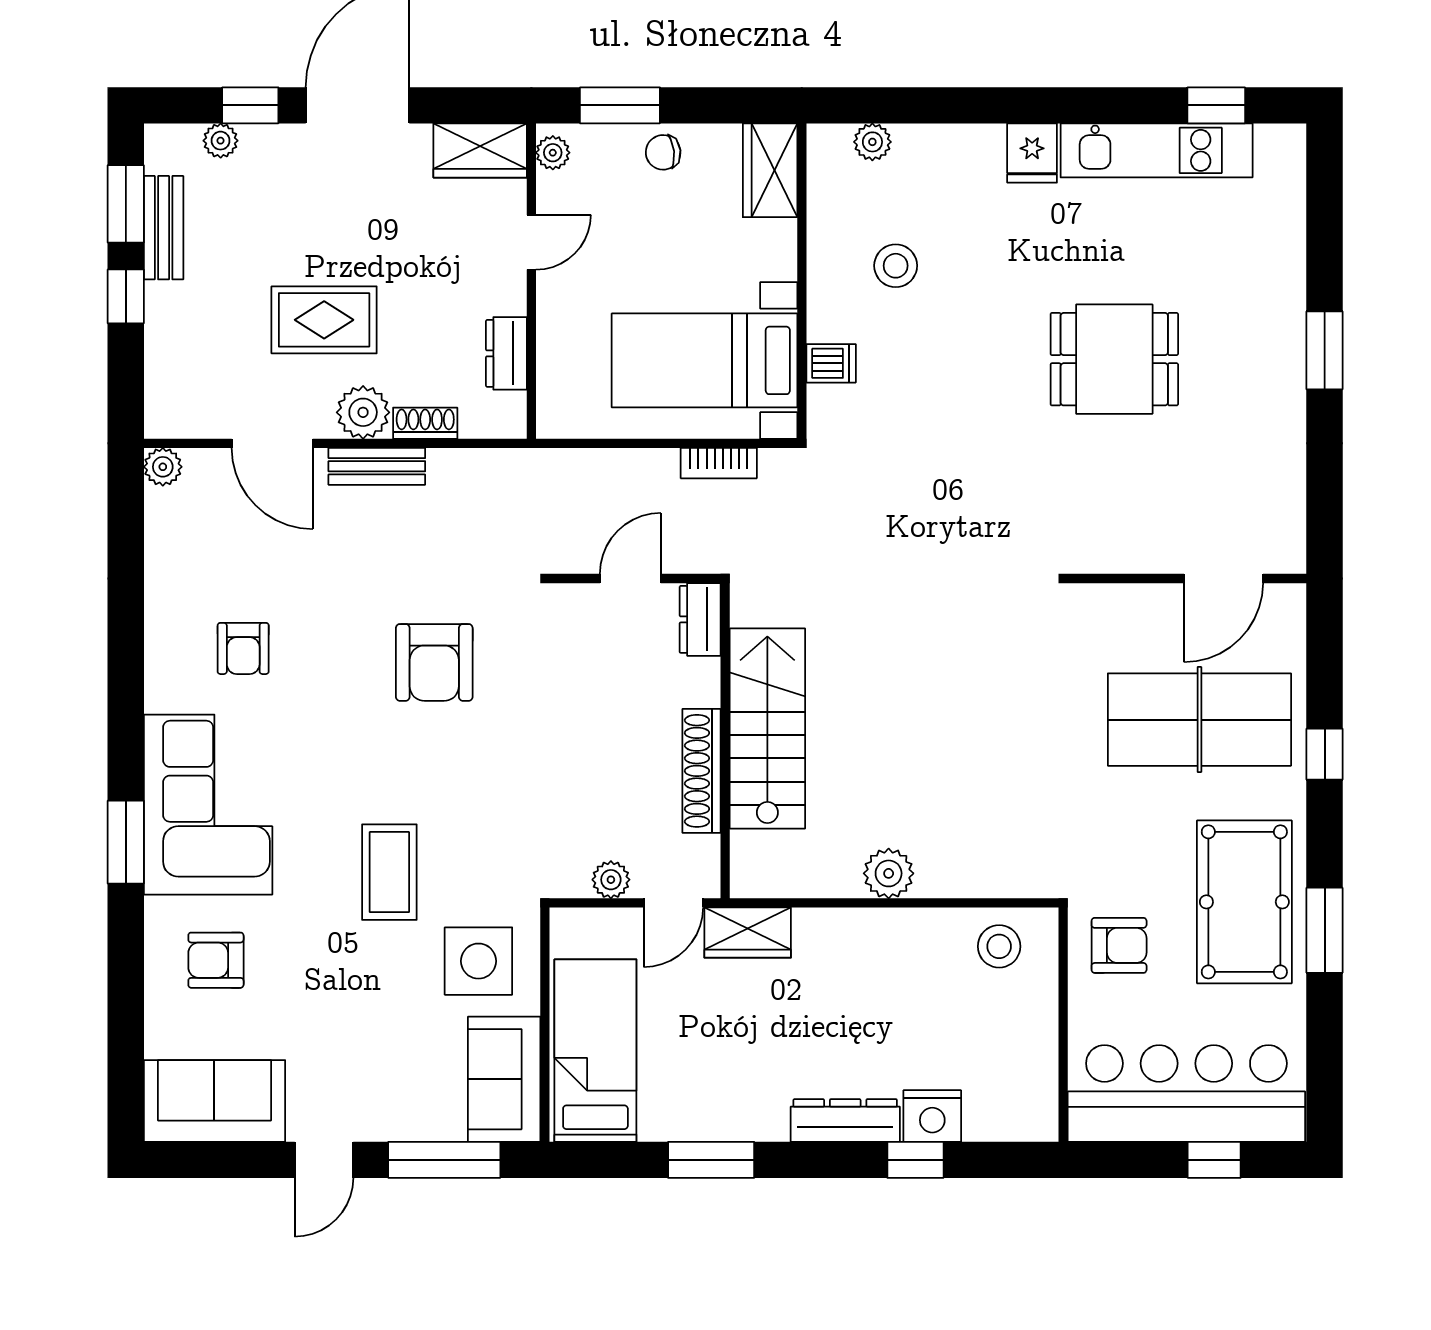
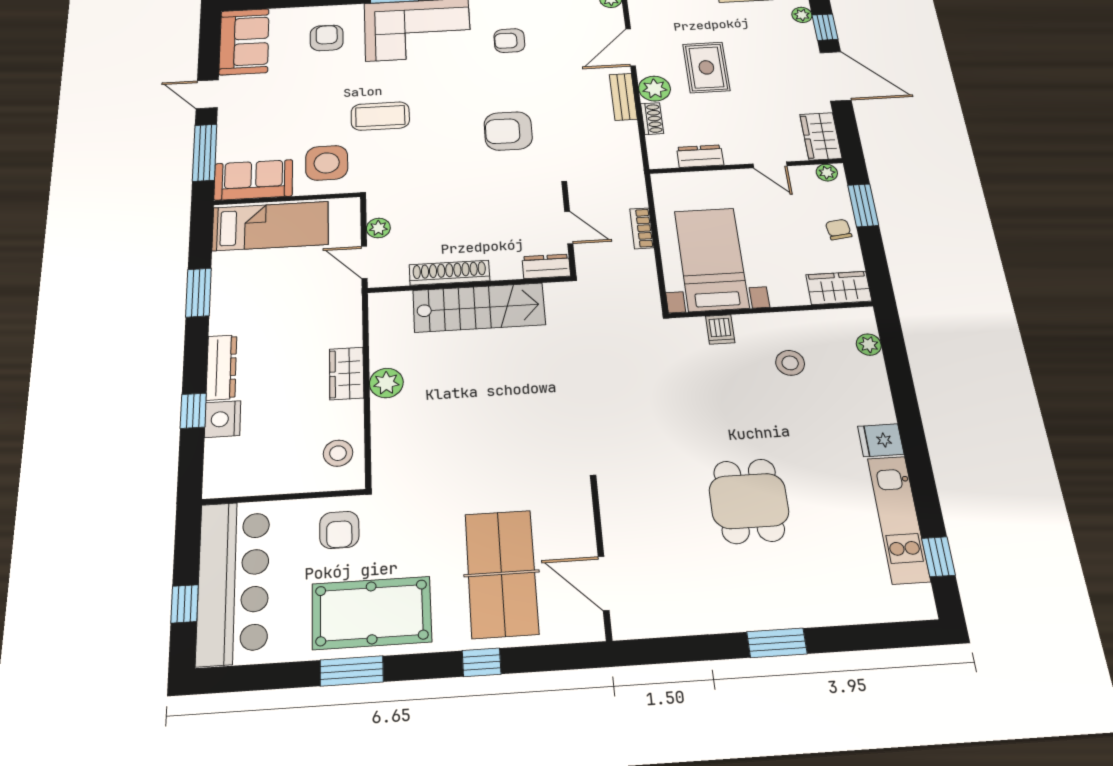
bookcase: (719, 463) -> (642, 228), moved
wardrobe: (748, 933) -> (347, 373), moved

